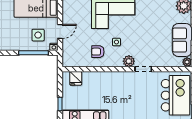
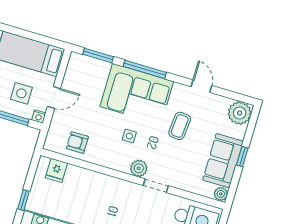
coffee table: (147, 26) -> (180, 126), added
armchair: (98, 52) -> (77, 142), moved

